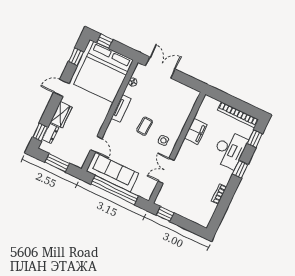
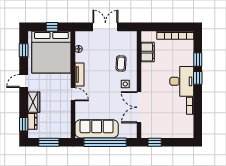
window: (105, 41) -> (52, 27), moved
double door: (160, 68) -> (105, 27), moved
coffee table: (145, 126) -> (121, 63), moved
filing cabinet: (196, 131) -> (148, 52), moved
window: (255, 139) -> (198, 59), moved
door: (96, 144) -> (73, 94), moved
desk: (230, 150) -> (182, 81), moved
double door: (166, 171) -> (139, 107), width x1.37

